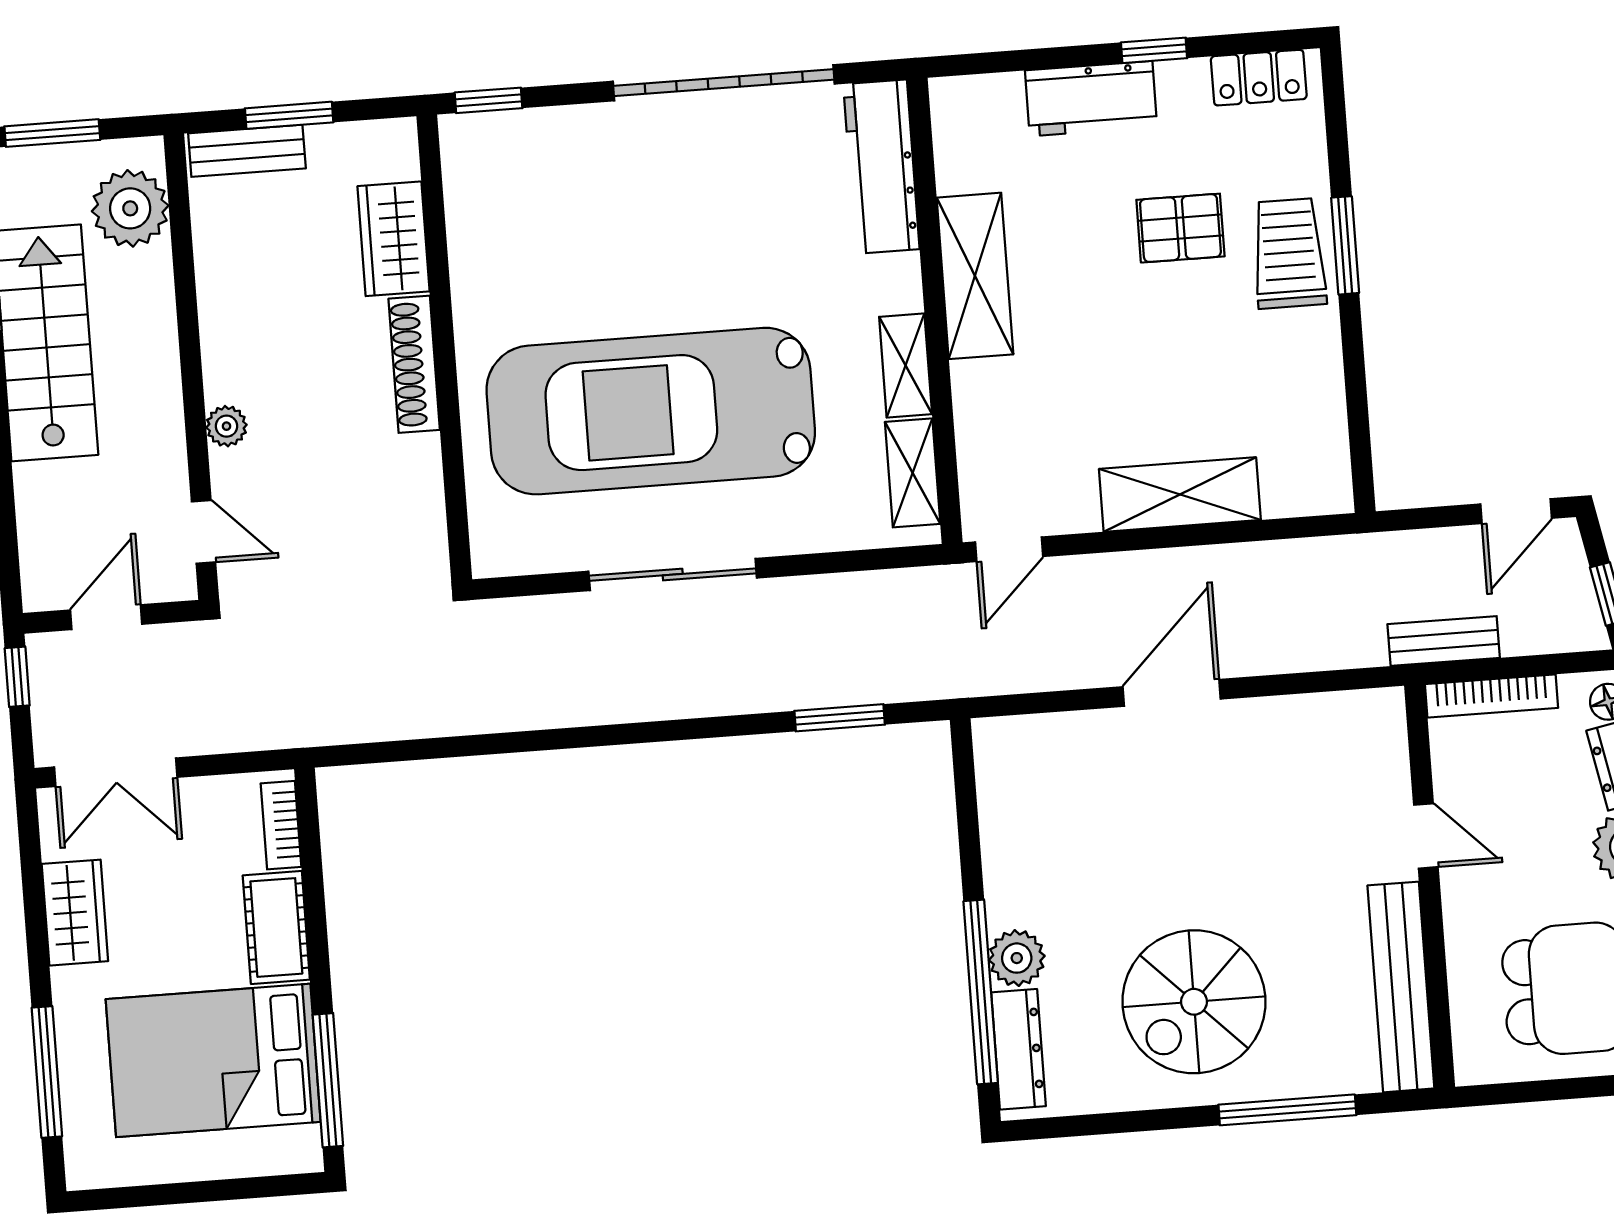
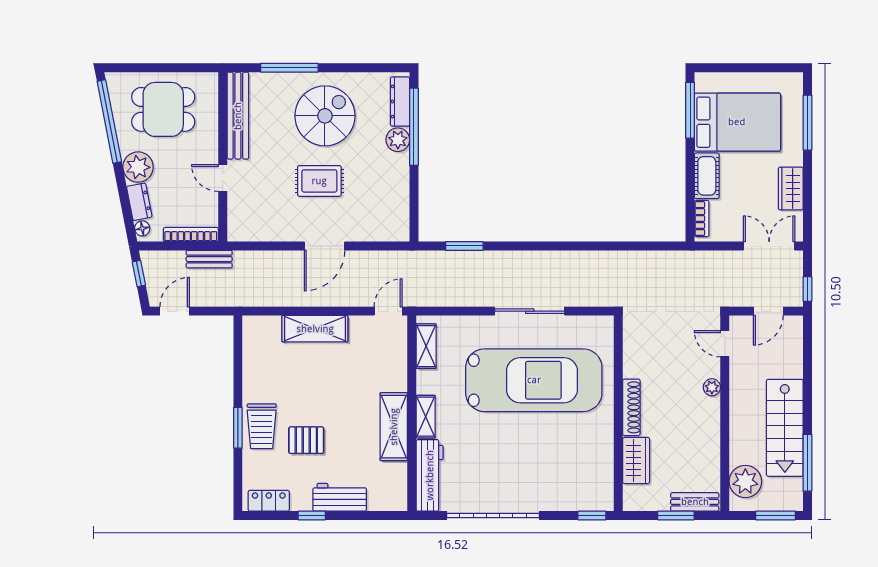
shelving: (906, 366) -> (426, 417), moved
rug: (1196, 846) -> (319, 181), added

